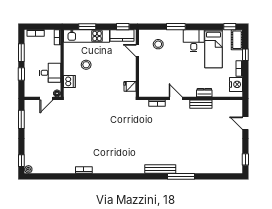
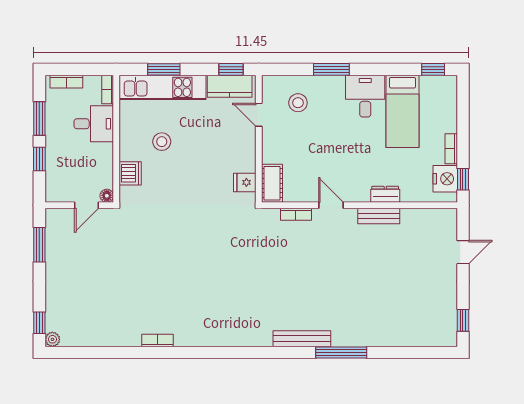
cot: (237, 40) -> (272, 183), moved
window: (245, 55) -> (463, 179), moved
desk: (50, 73) -> (94, 124), moved
door: (245, 123) -> (463, 252), swing flipped

